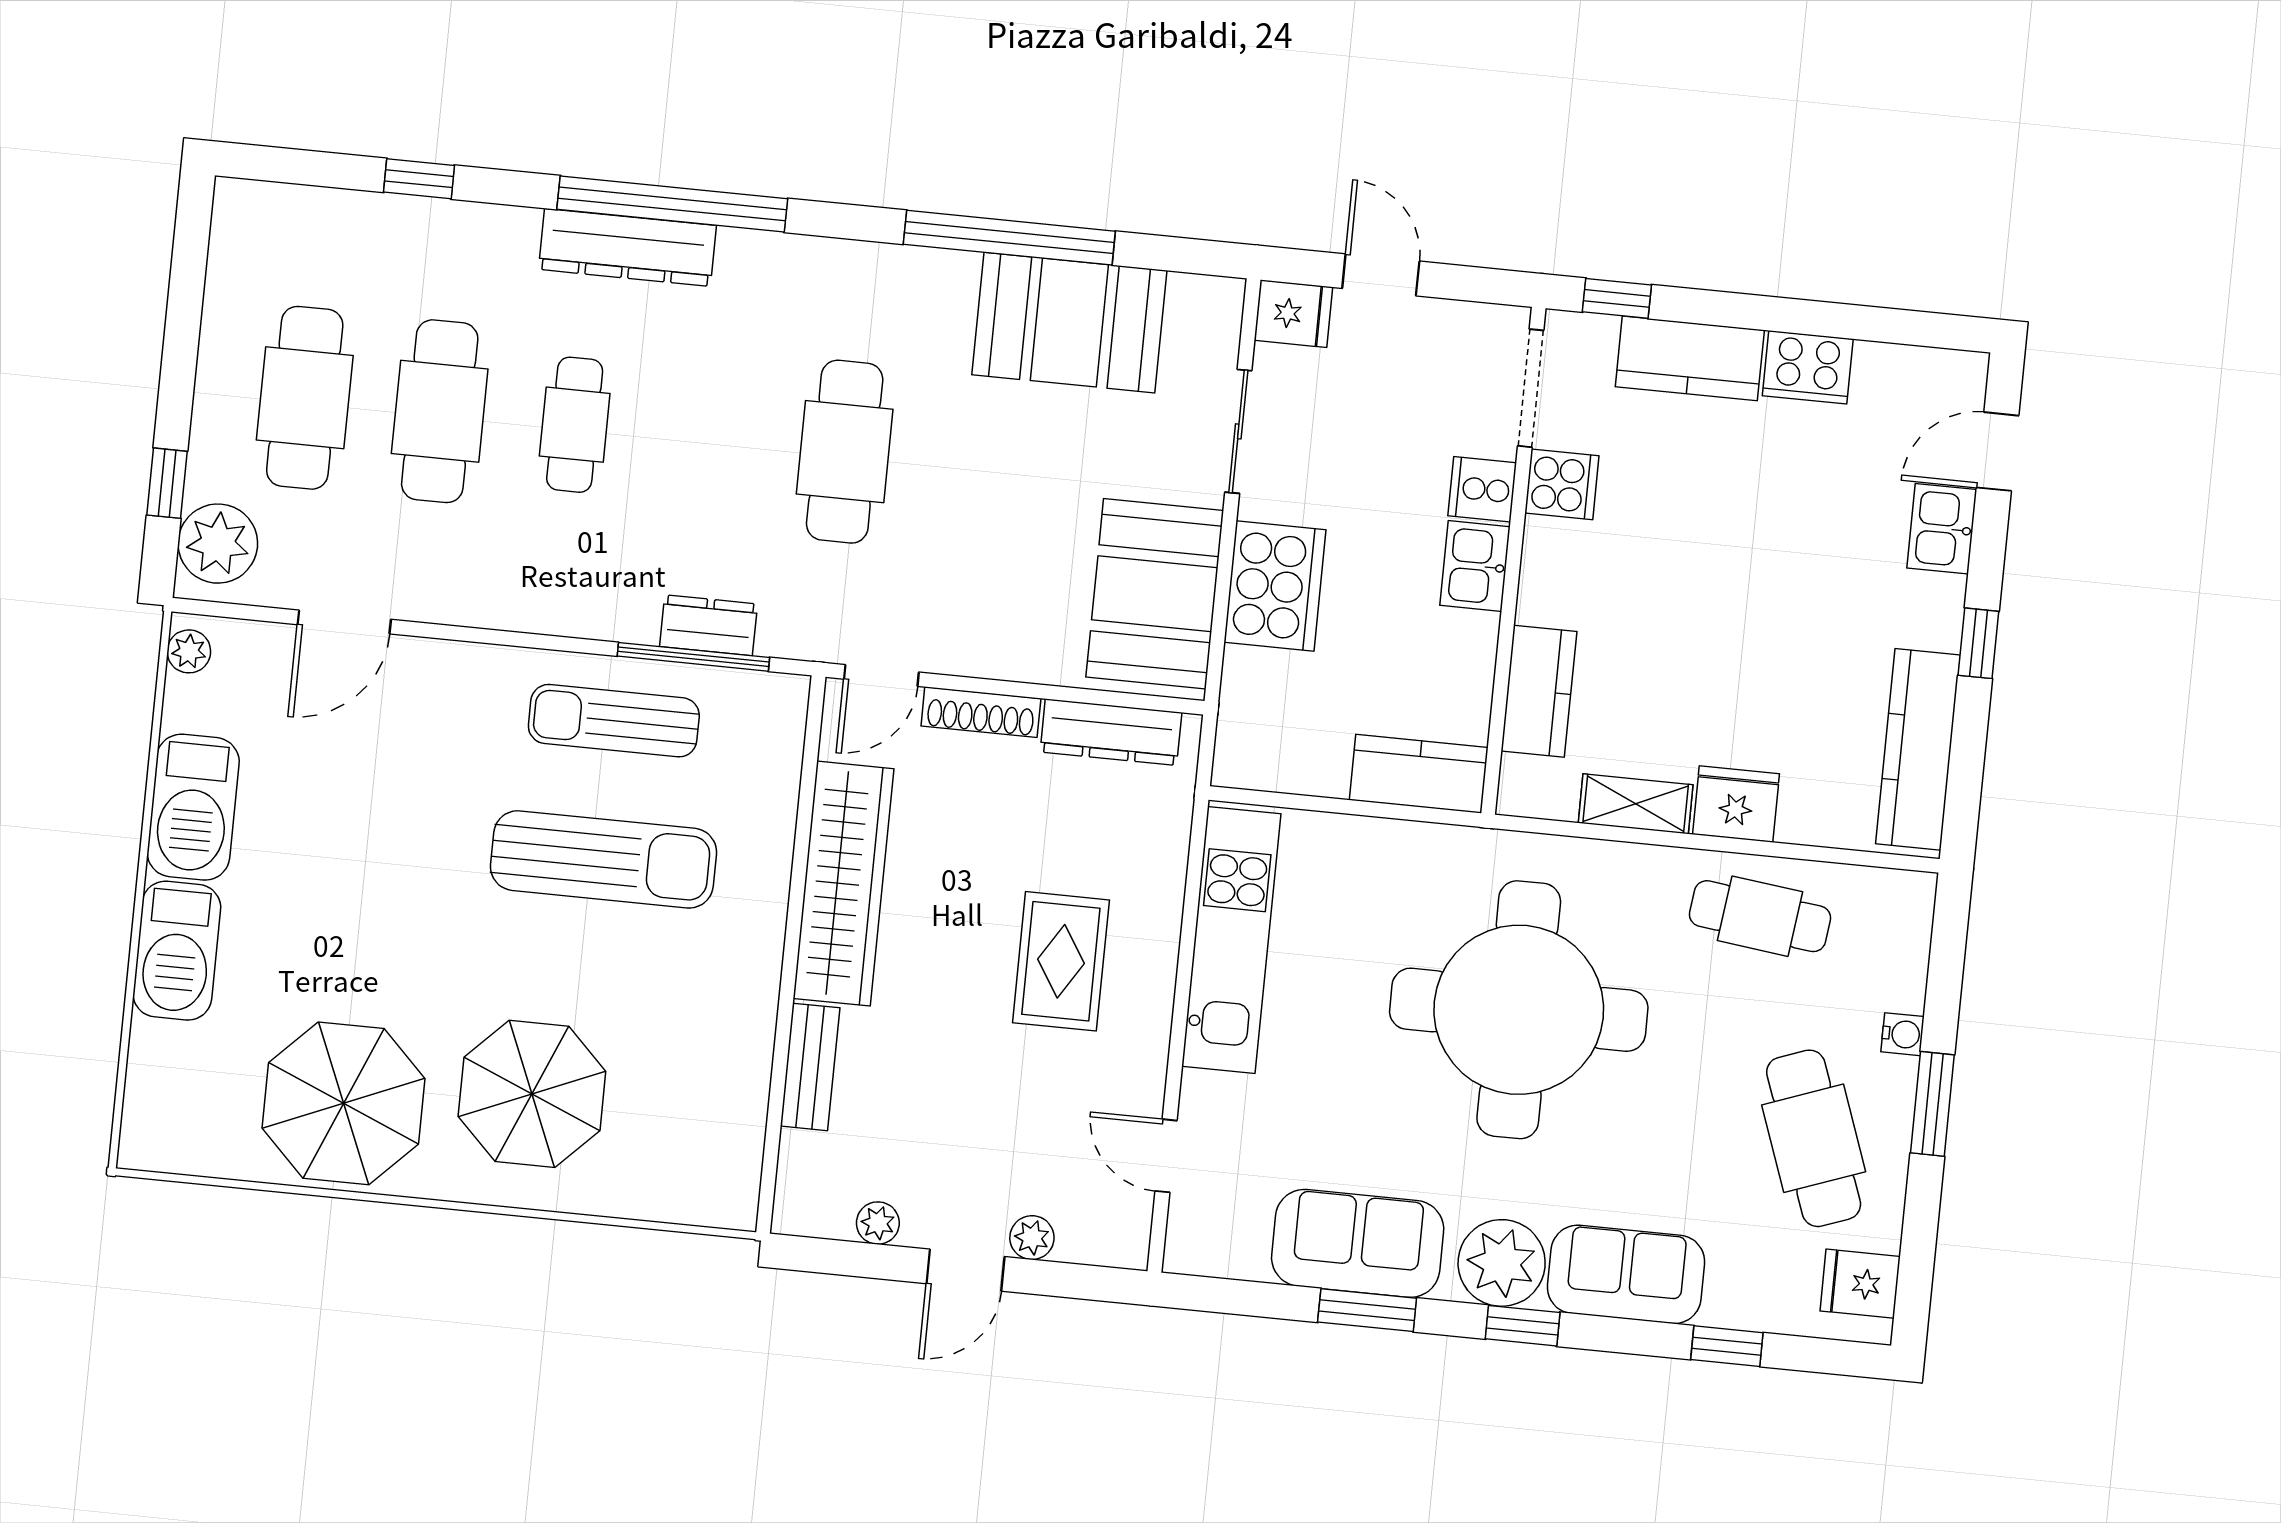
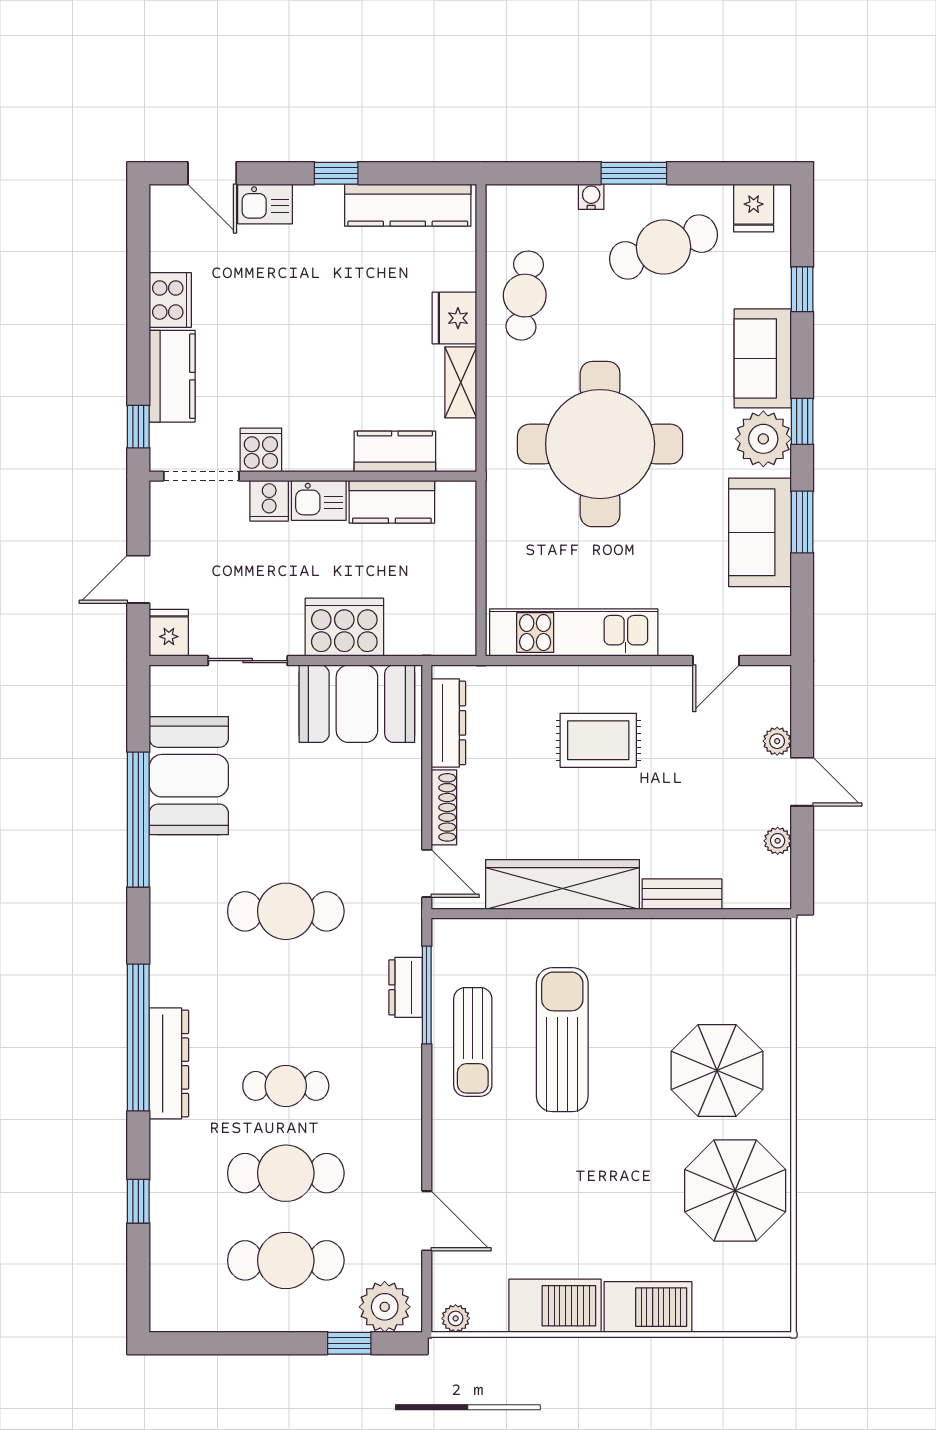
kitchen counter: (1419, 774) -> (392, 502), moved, turned -90

